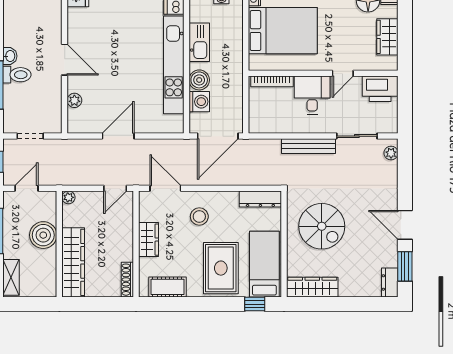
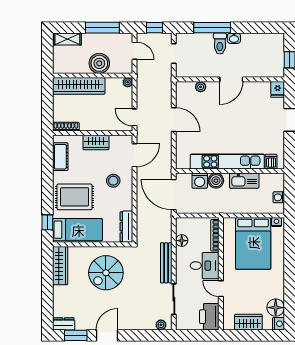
floor lamp: (279, 126) -> (182, 241), added

